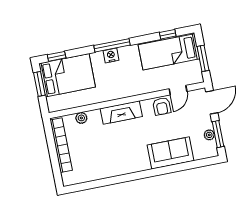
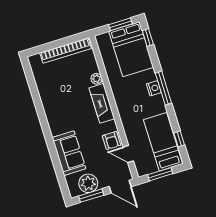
armchair: (162, 106) -> (112, 140), turned -90
plant: (81, 118) -> (97, 79), moved
plant: (209, 135) -> (88, 183), width x1.88, depth x1.88

